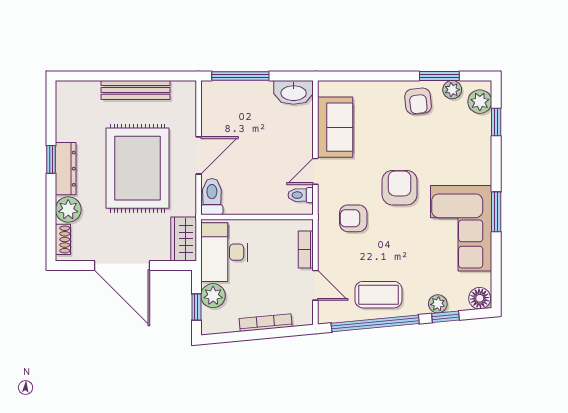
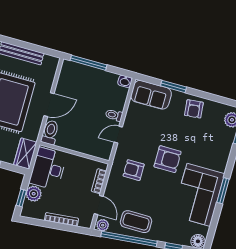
window: (439, 76) -> (174, 86), moved
plant: (452, 90) -> (217, 108), removed
washbasin: (294, 92) -> (125, 81), width x0.52, depth x0.69
sofa: (335, 127) -> (151, 95), moved, turned 90
armchair: (400, 188) -> (168, 159), turned 90
toilet: (301, 195) -> (114, 115), moved
plant: (438, 304) -> (103, 225), moved

